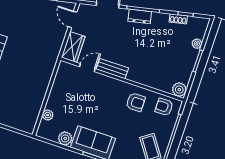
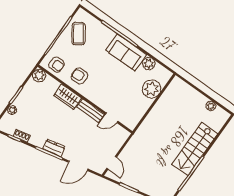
wardrobe: (73, 47) -> (68, 97), moved, turned -90
plant: (48, 115) -> (152, 89), width x1.88, depth x1.88

